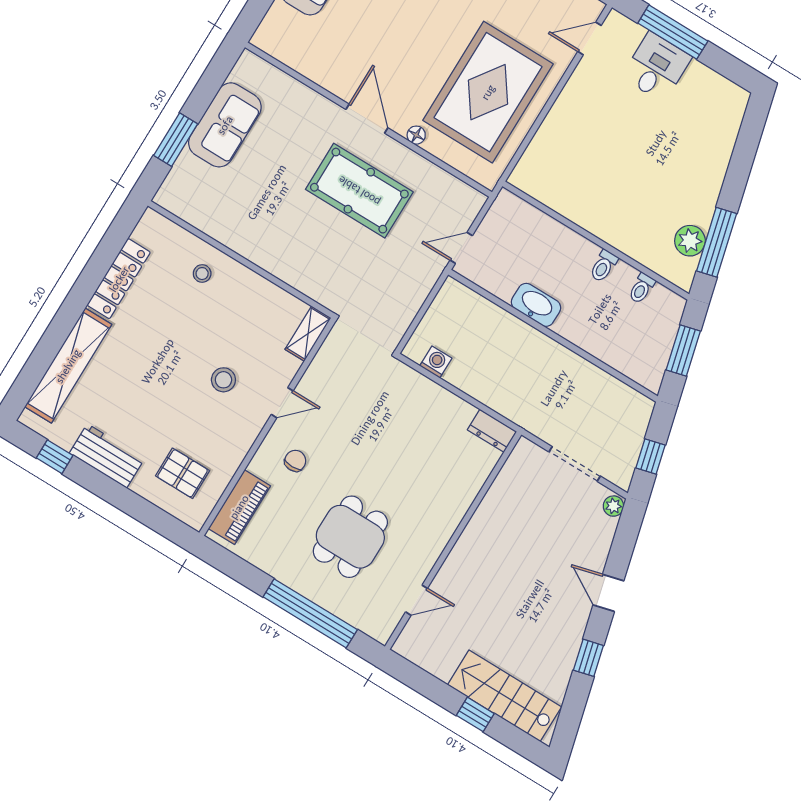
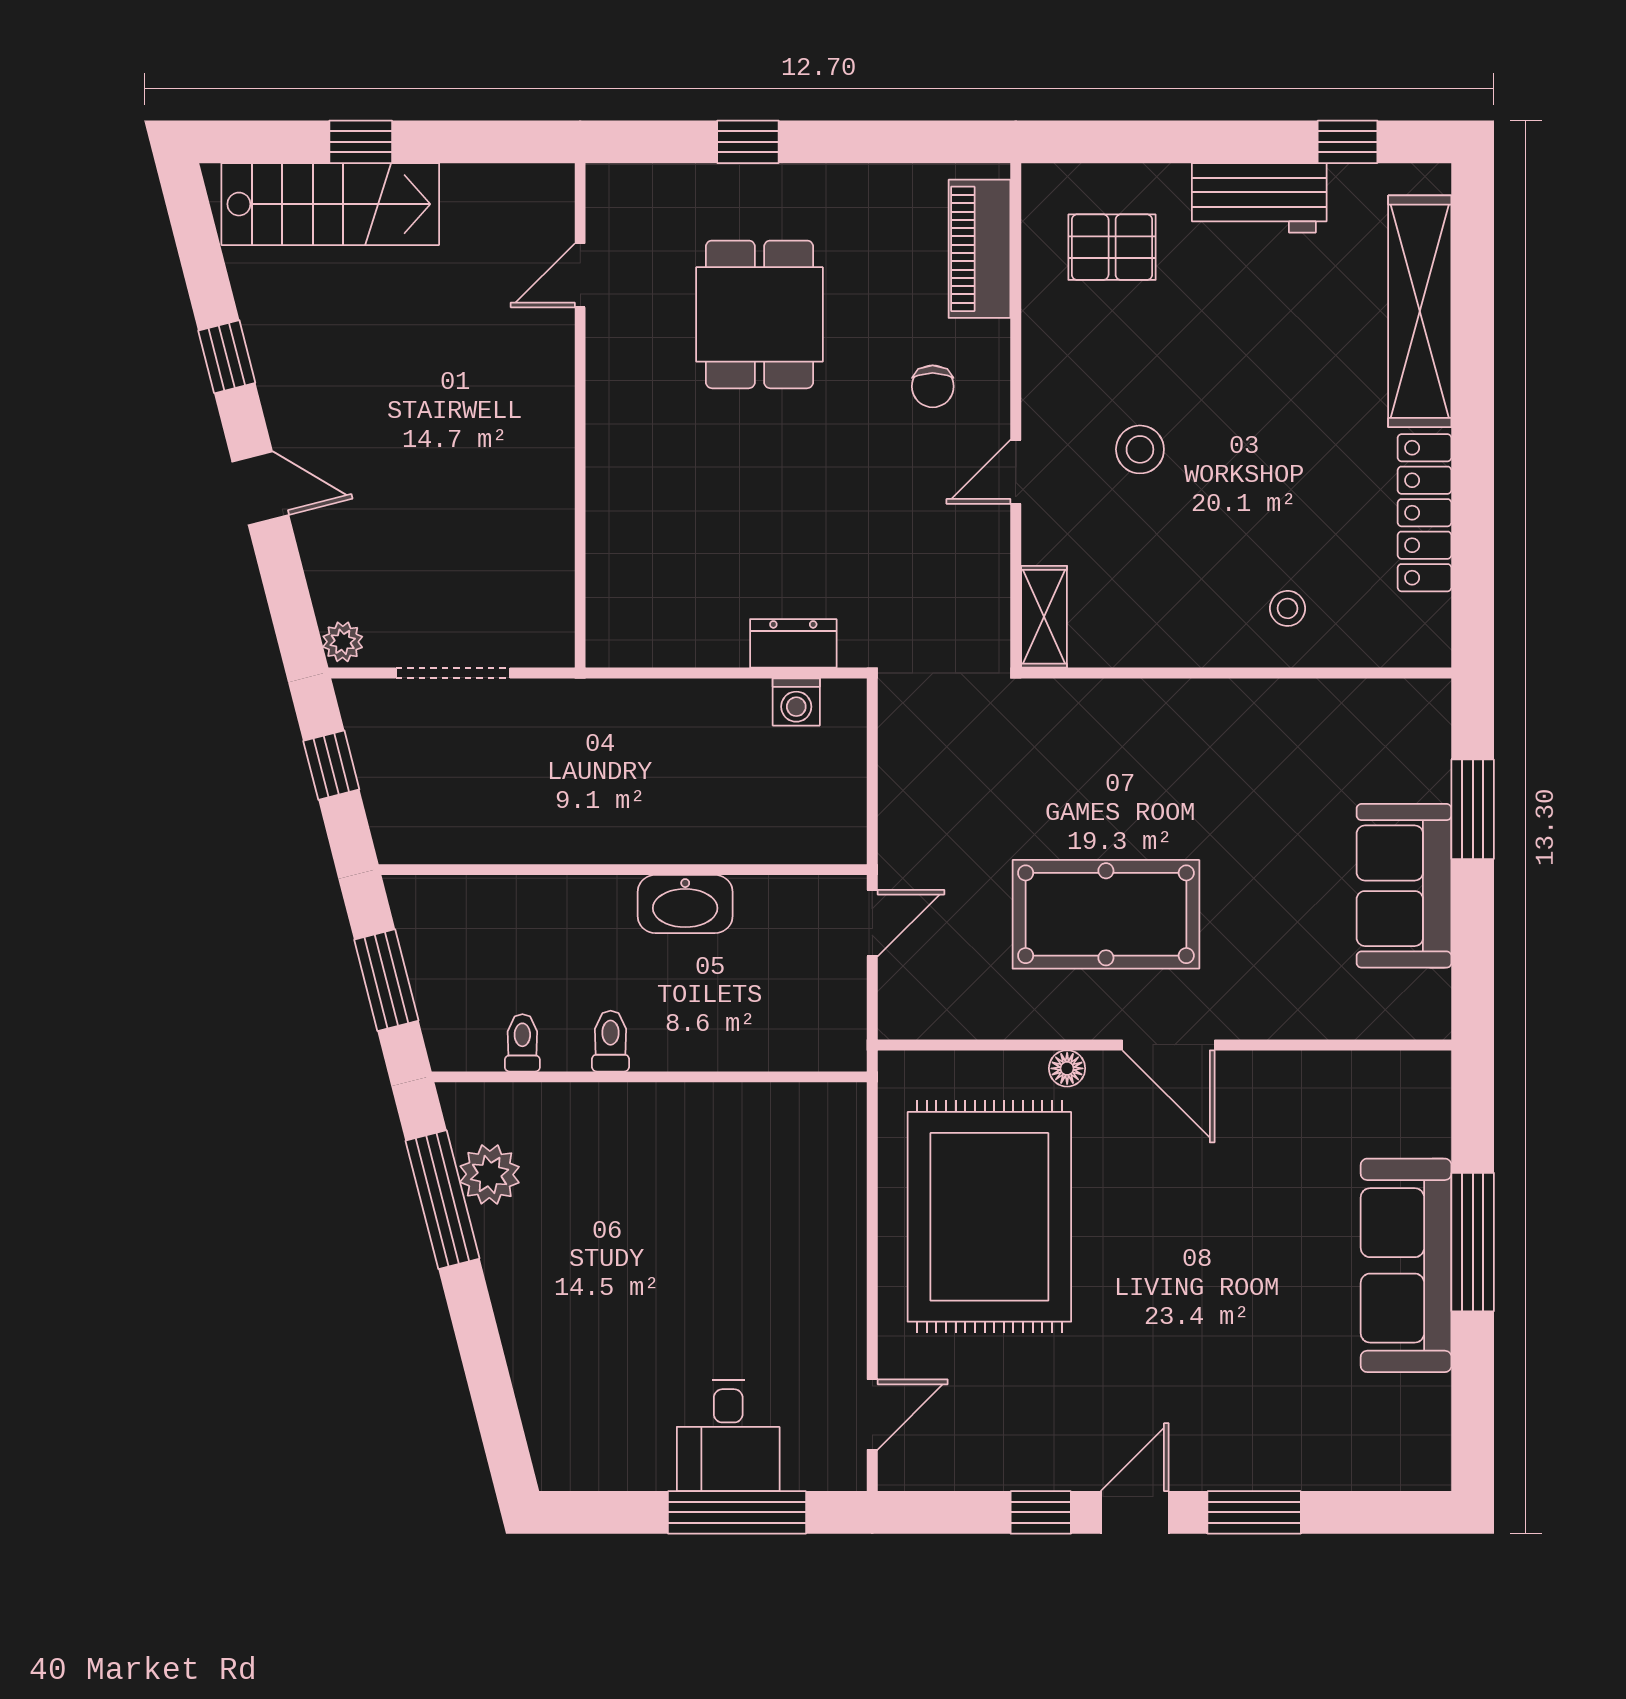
dresser: (492, 431) -> (793, 643), moved
window: (310, 613) -> (748, 142), width x0.32

